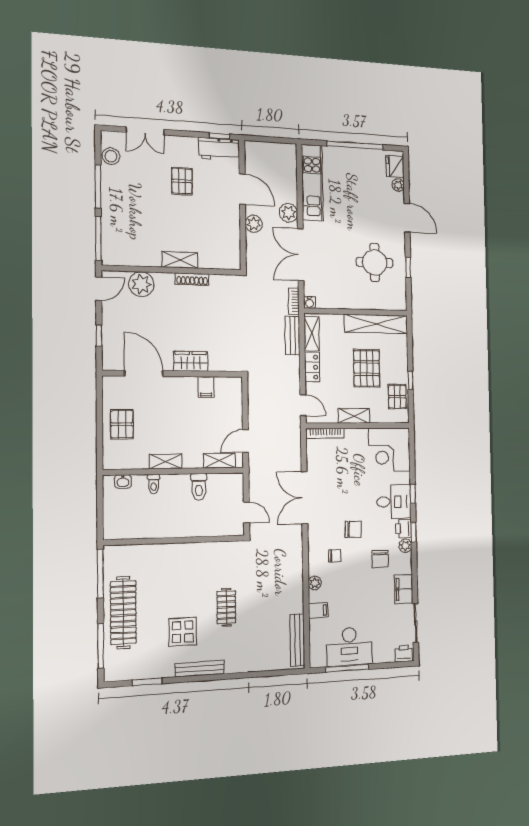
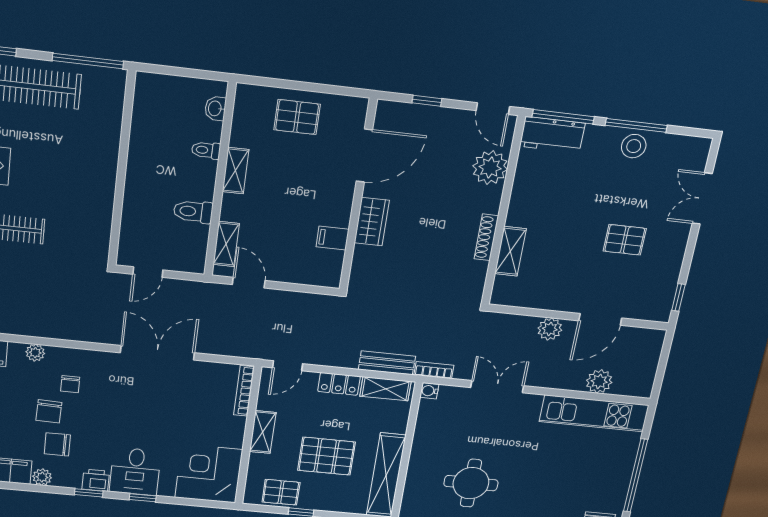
workbench: (219, 149) -> (552, 135), moved, turned -90
stool: (111, 156) -> (634, 146), moved
plant: (289, 213) -> (599, 381), moved
double door: (301, 255) -> (497, 387), width x0.73
shelving: (180, 260) -> (510, 251), moved
chair: (353, 529) -> (49, 411), moved
plant: (405, 546) -> (42, 477), moved

